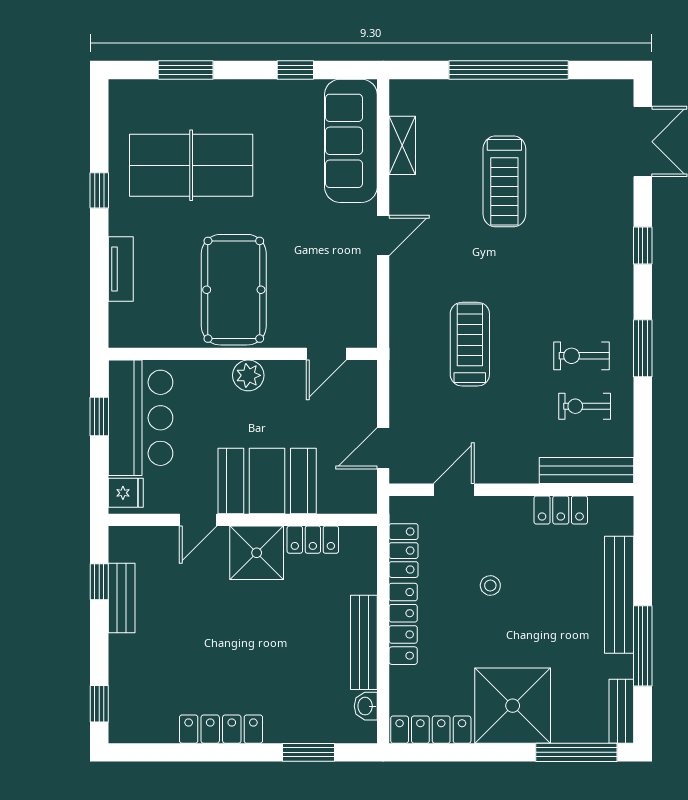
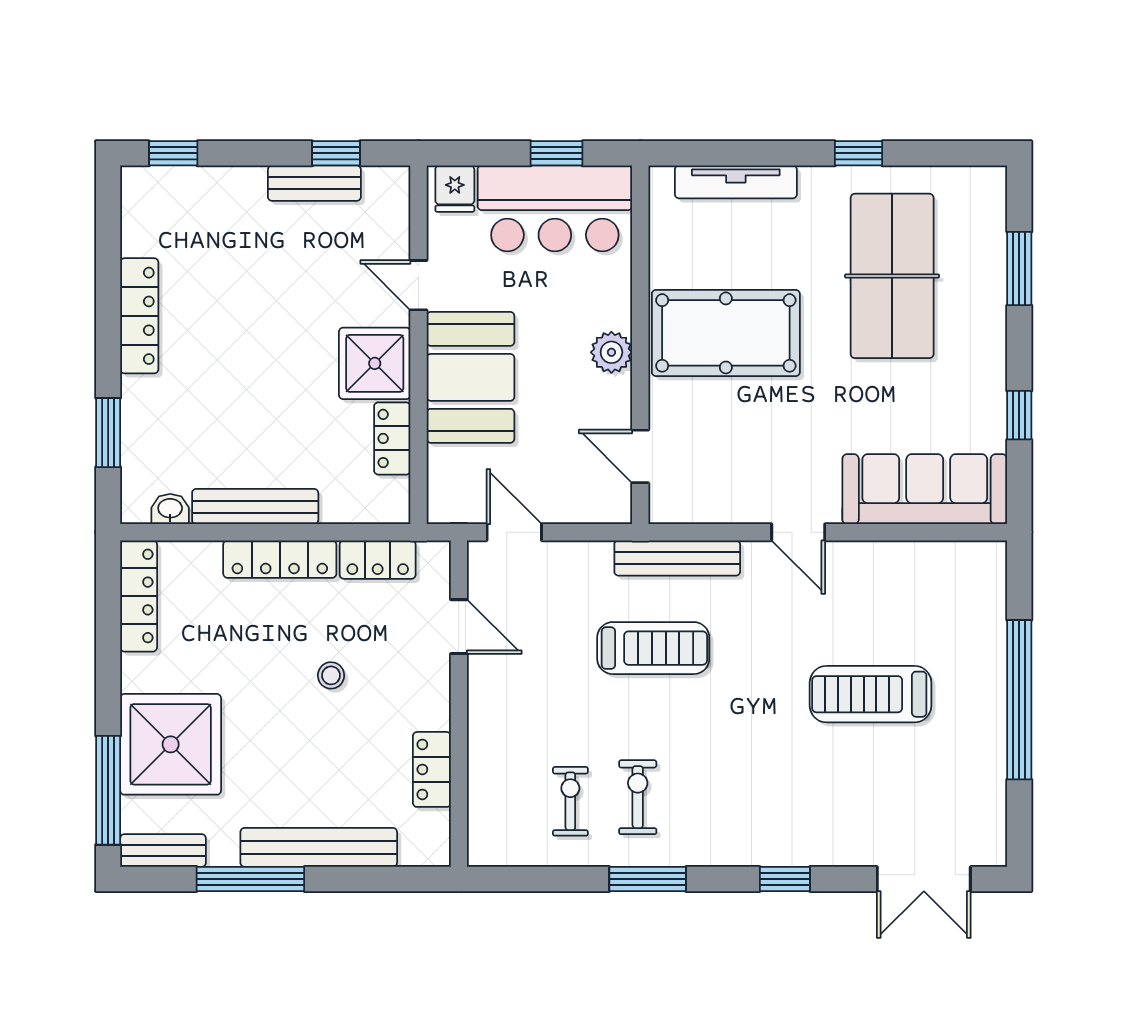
shelving: (402, 145) -> (919, 558), removed
tv unit: (121, 269) -> (736, 182), width x1.41
bench: (587, 470) -> (677, 558), moved, turned 90
shower: (513, 706) -> (171, 744), moved

